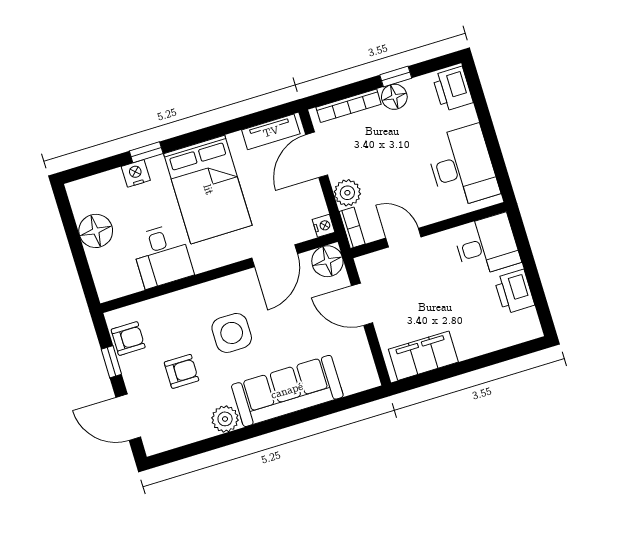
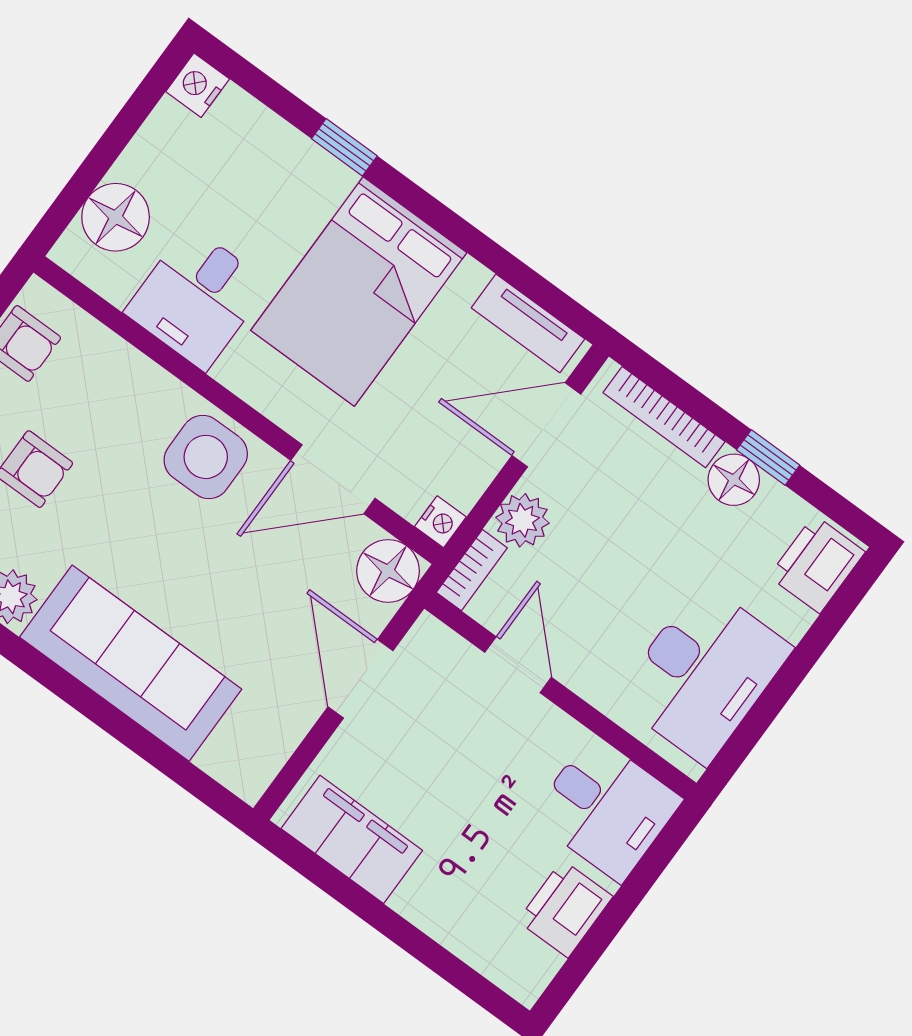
nightstand: (136, 173) -> (198, 85), moved, turned -90
floor lamp: (96, 231) -> (116, 217), moved
side table: (232, 333) -> (206, 457), moved

